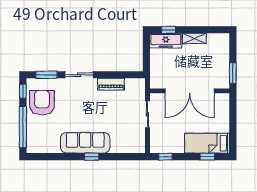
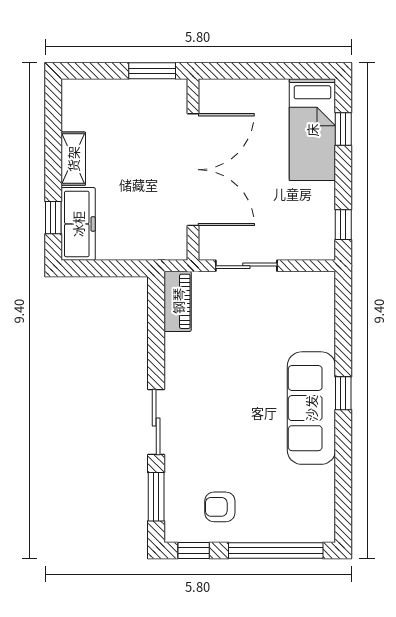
piano: (111, 84) -> (178, 301), moved
armchair: (42, 103) -> (220, 507), width x0.53, depth x0.53

